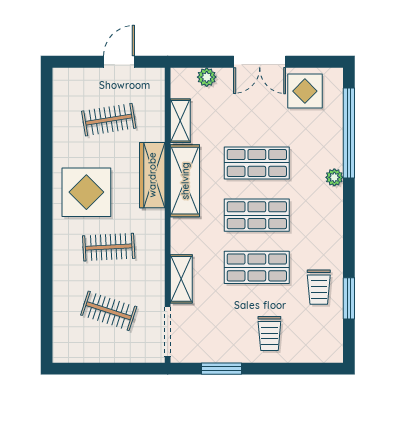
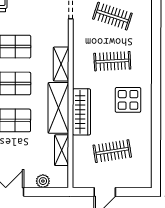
display table: (86, 192) -> (128, 100), width x0.73, depth x0.73
shelving: (181, 279) -> (61, 64), moved

